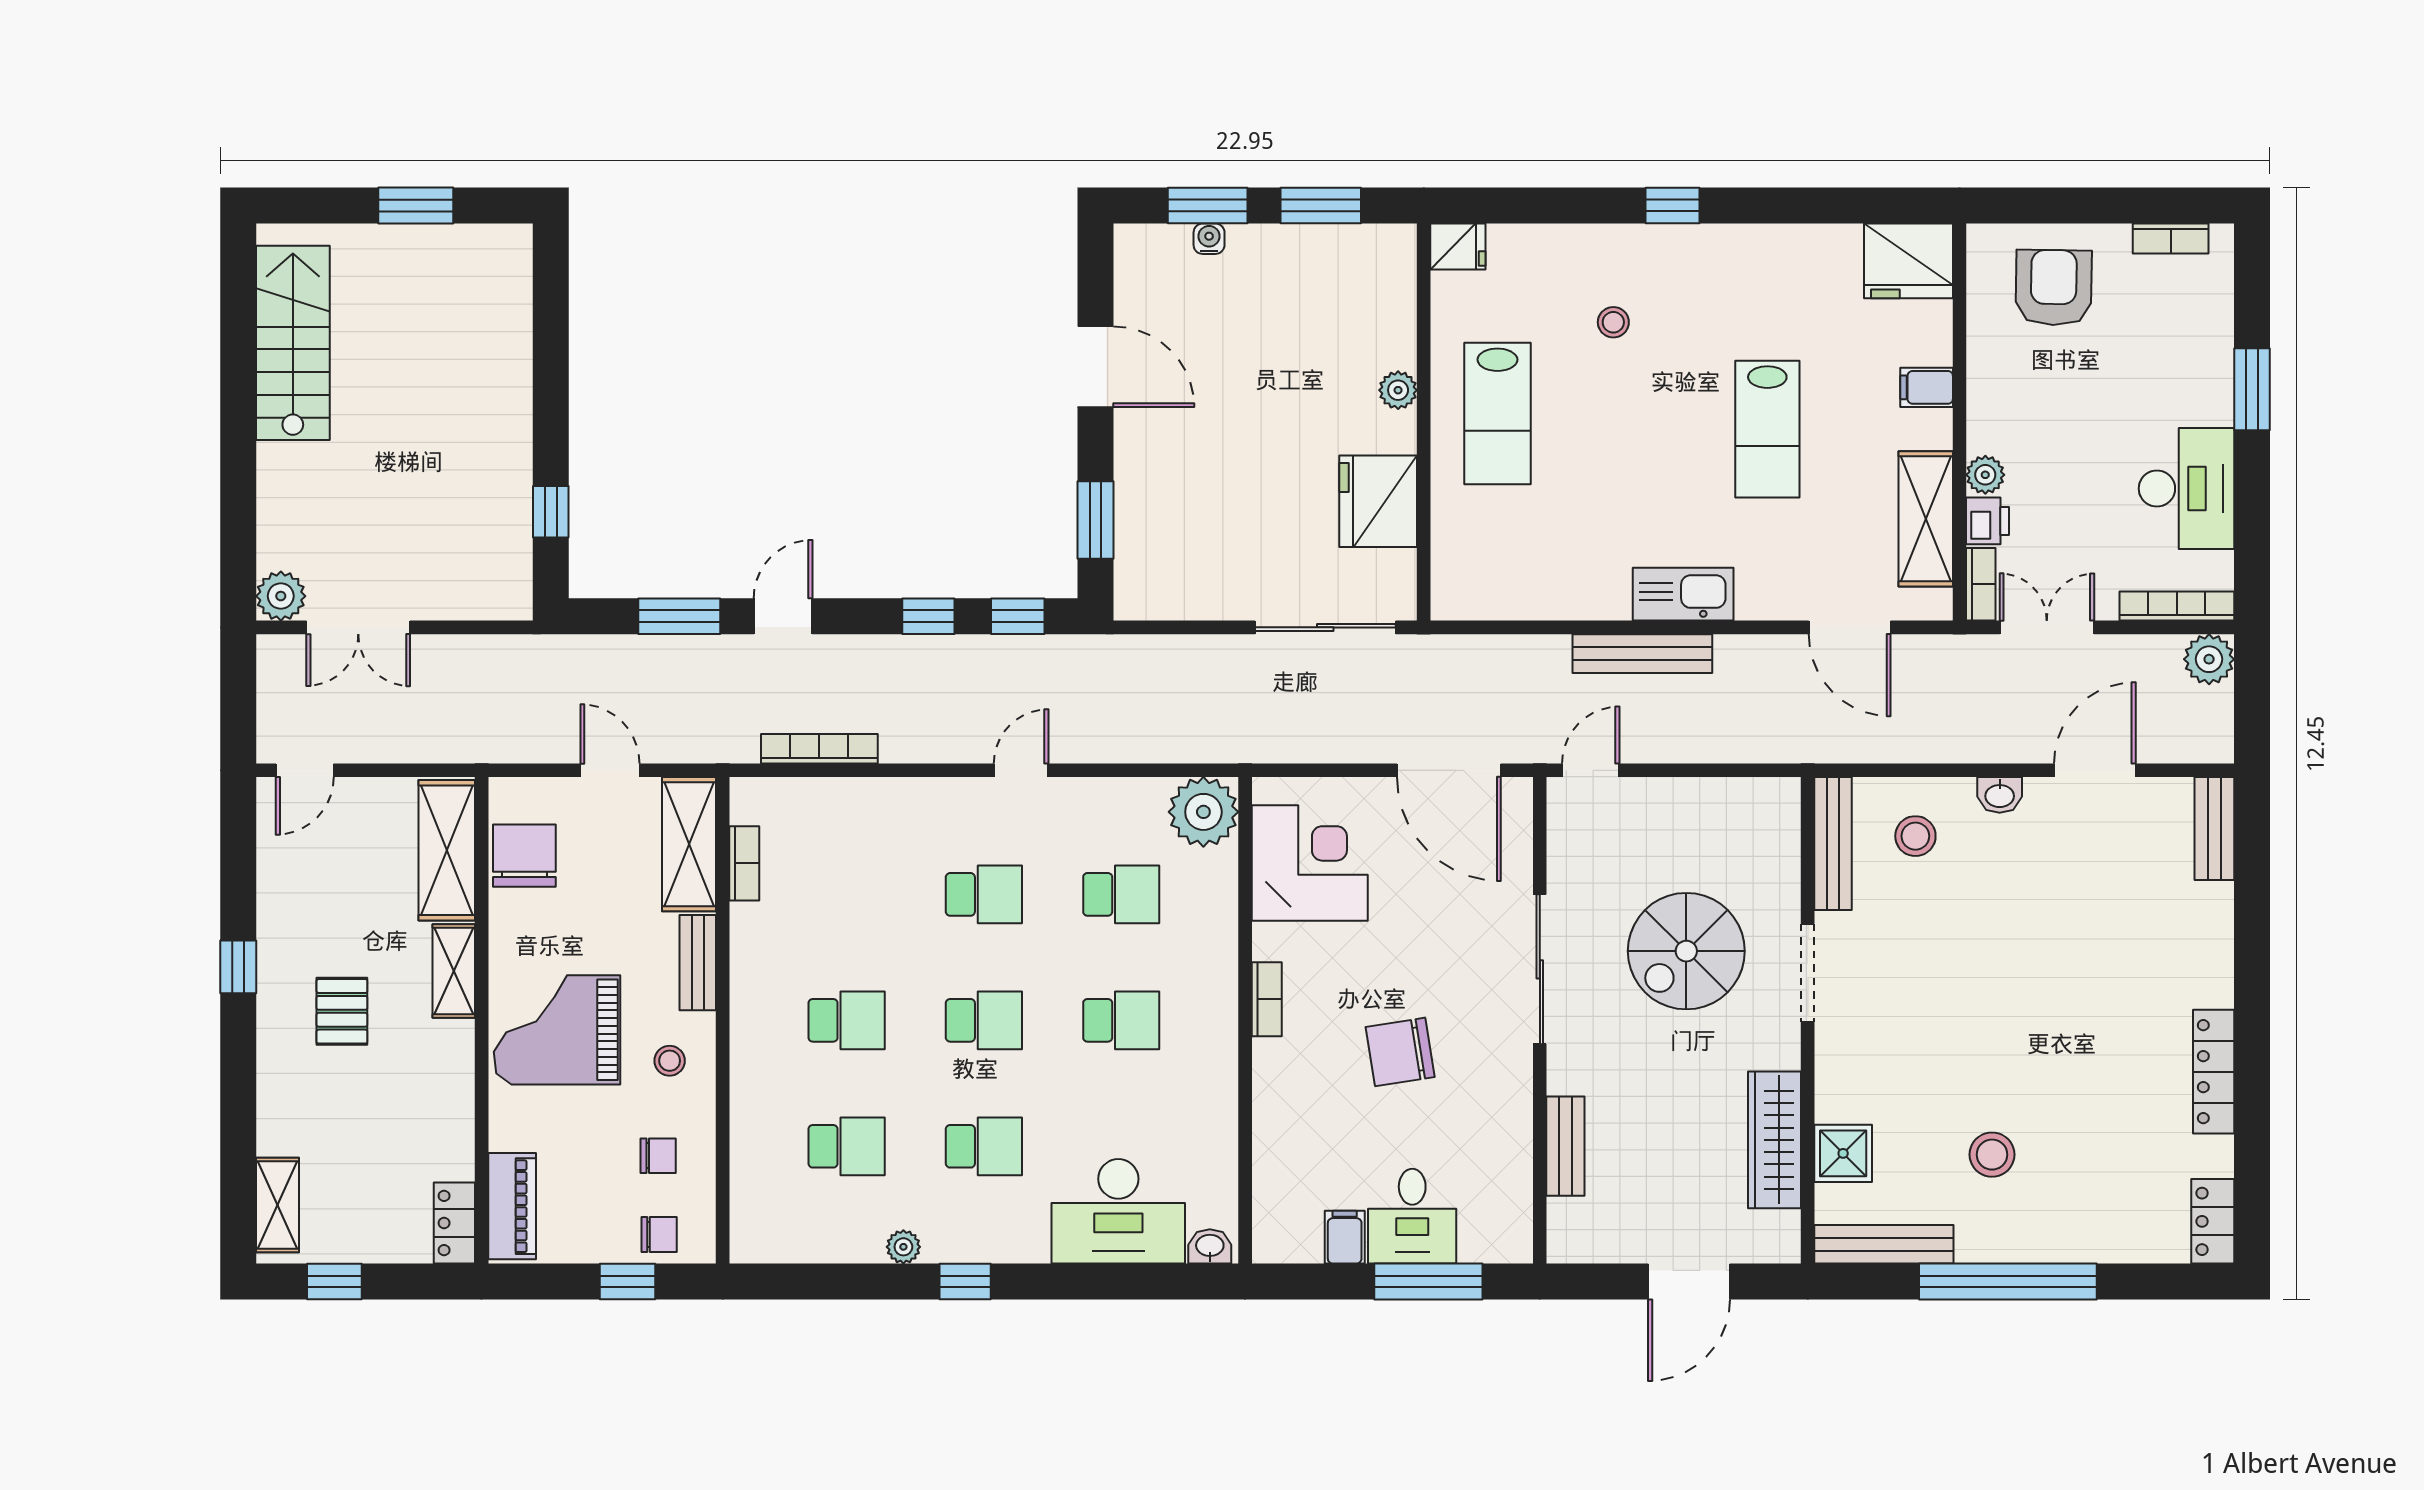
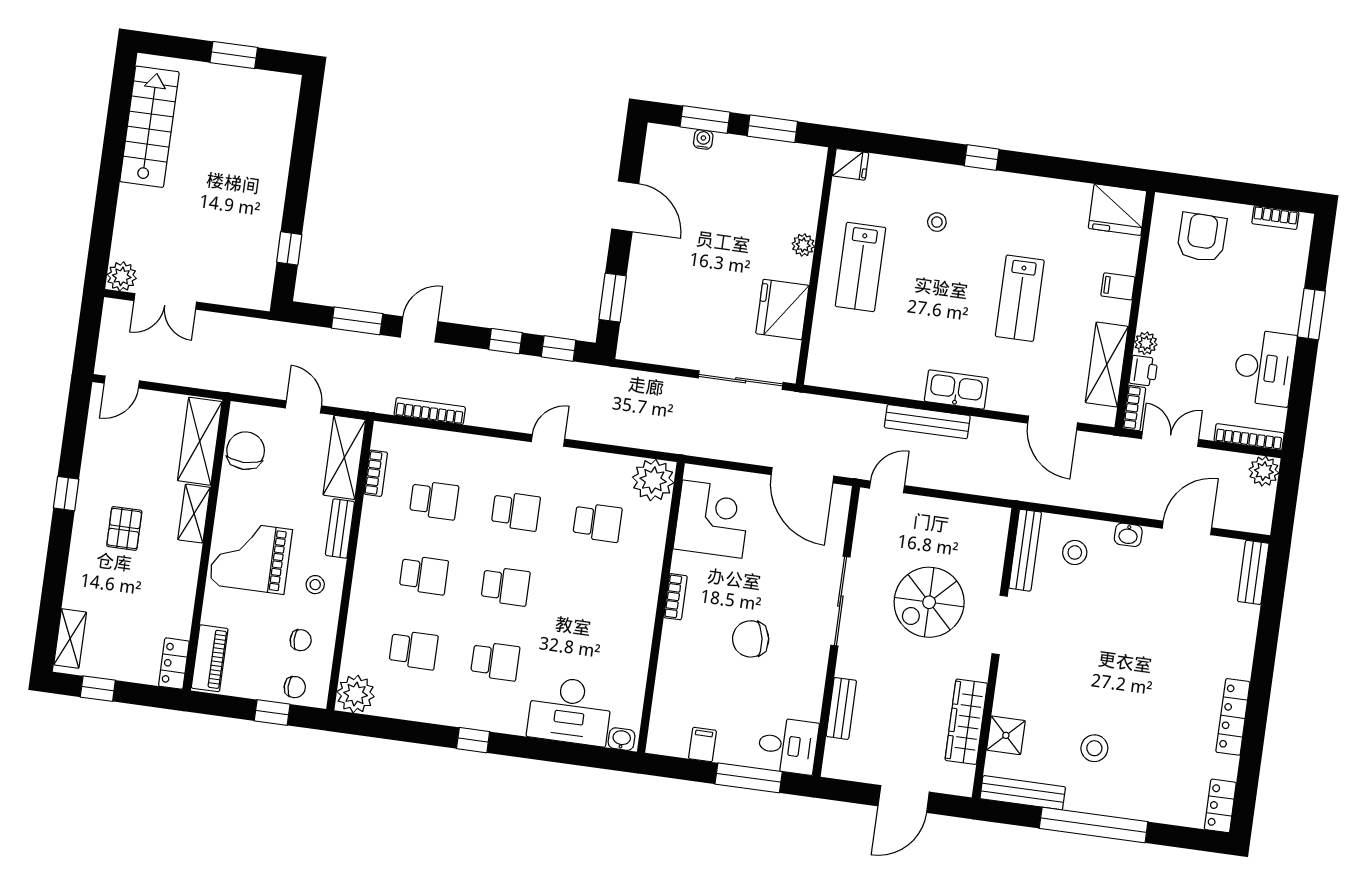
school desk: (1121, 1020) -> (434, 500), moved
desk: (1412, 1216) -> (788, 746), moved, turned -90
plant: (903, 1247) -> (356, 694), moved, width x1.88, depth x1.88

